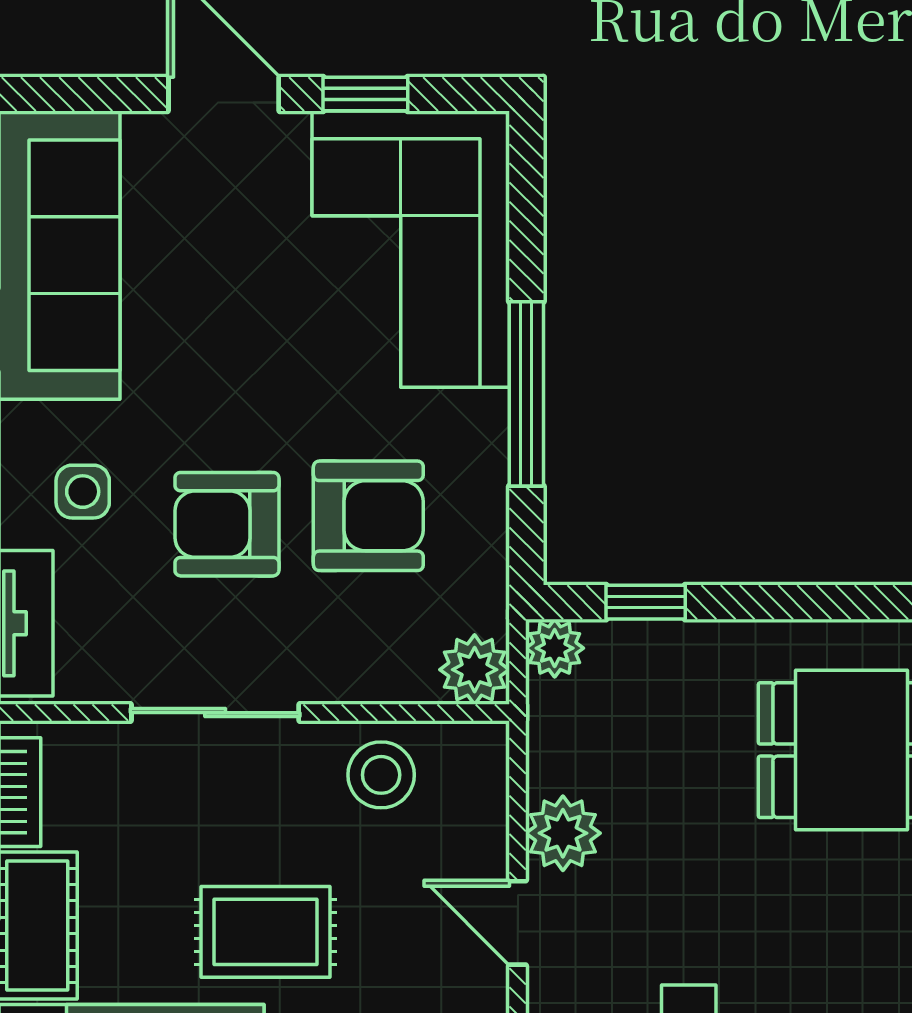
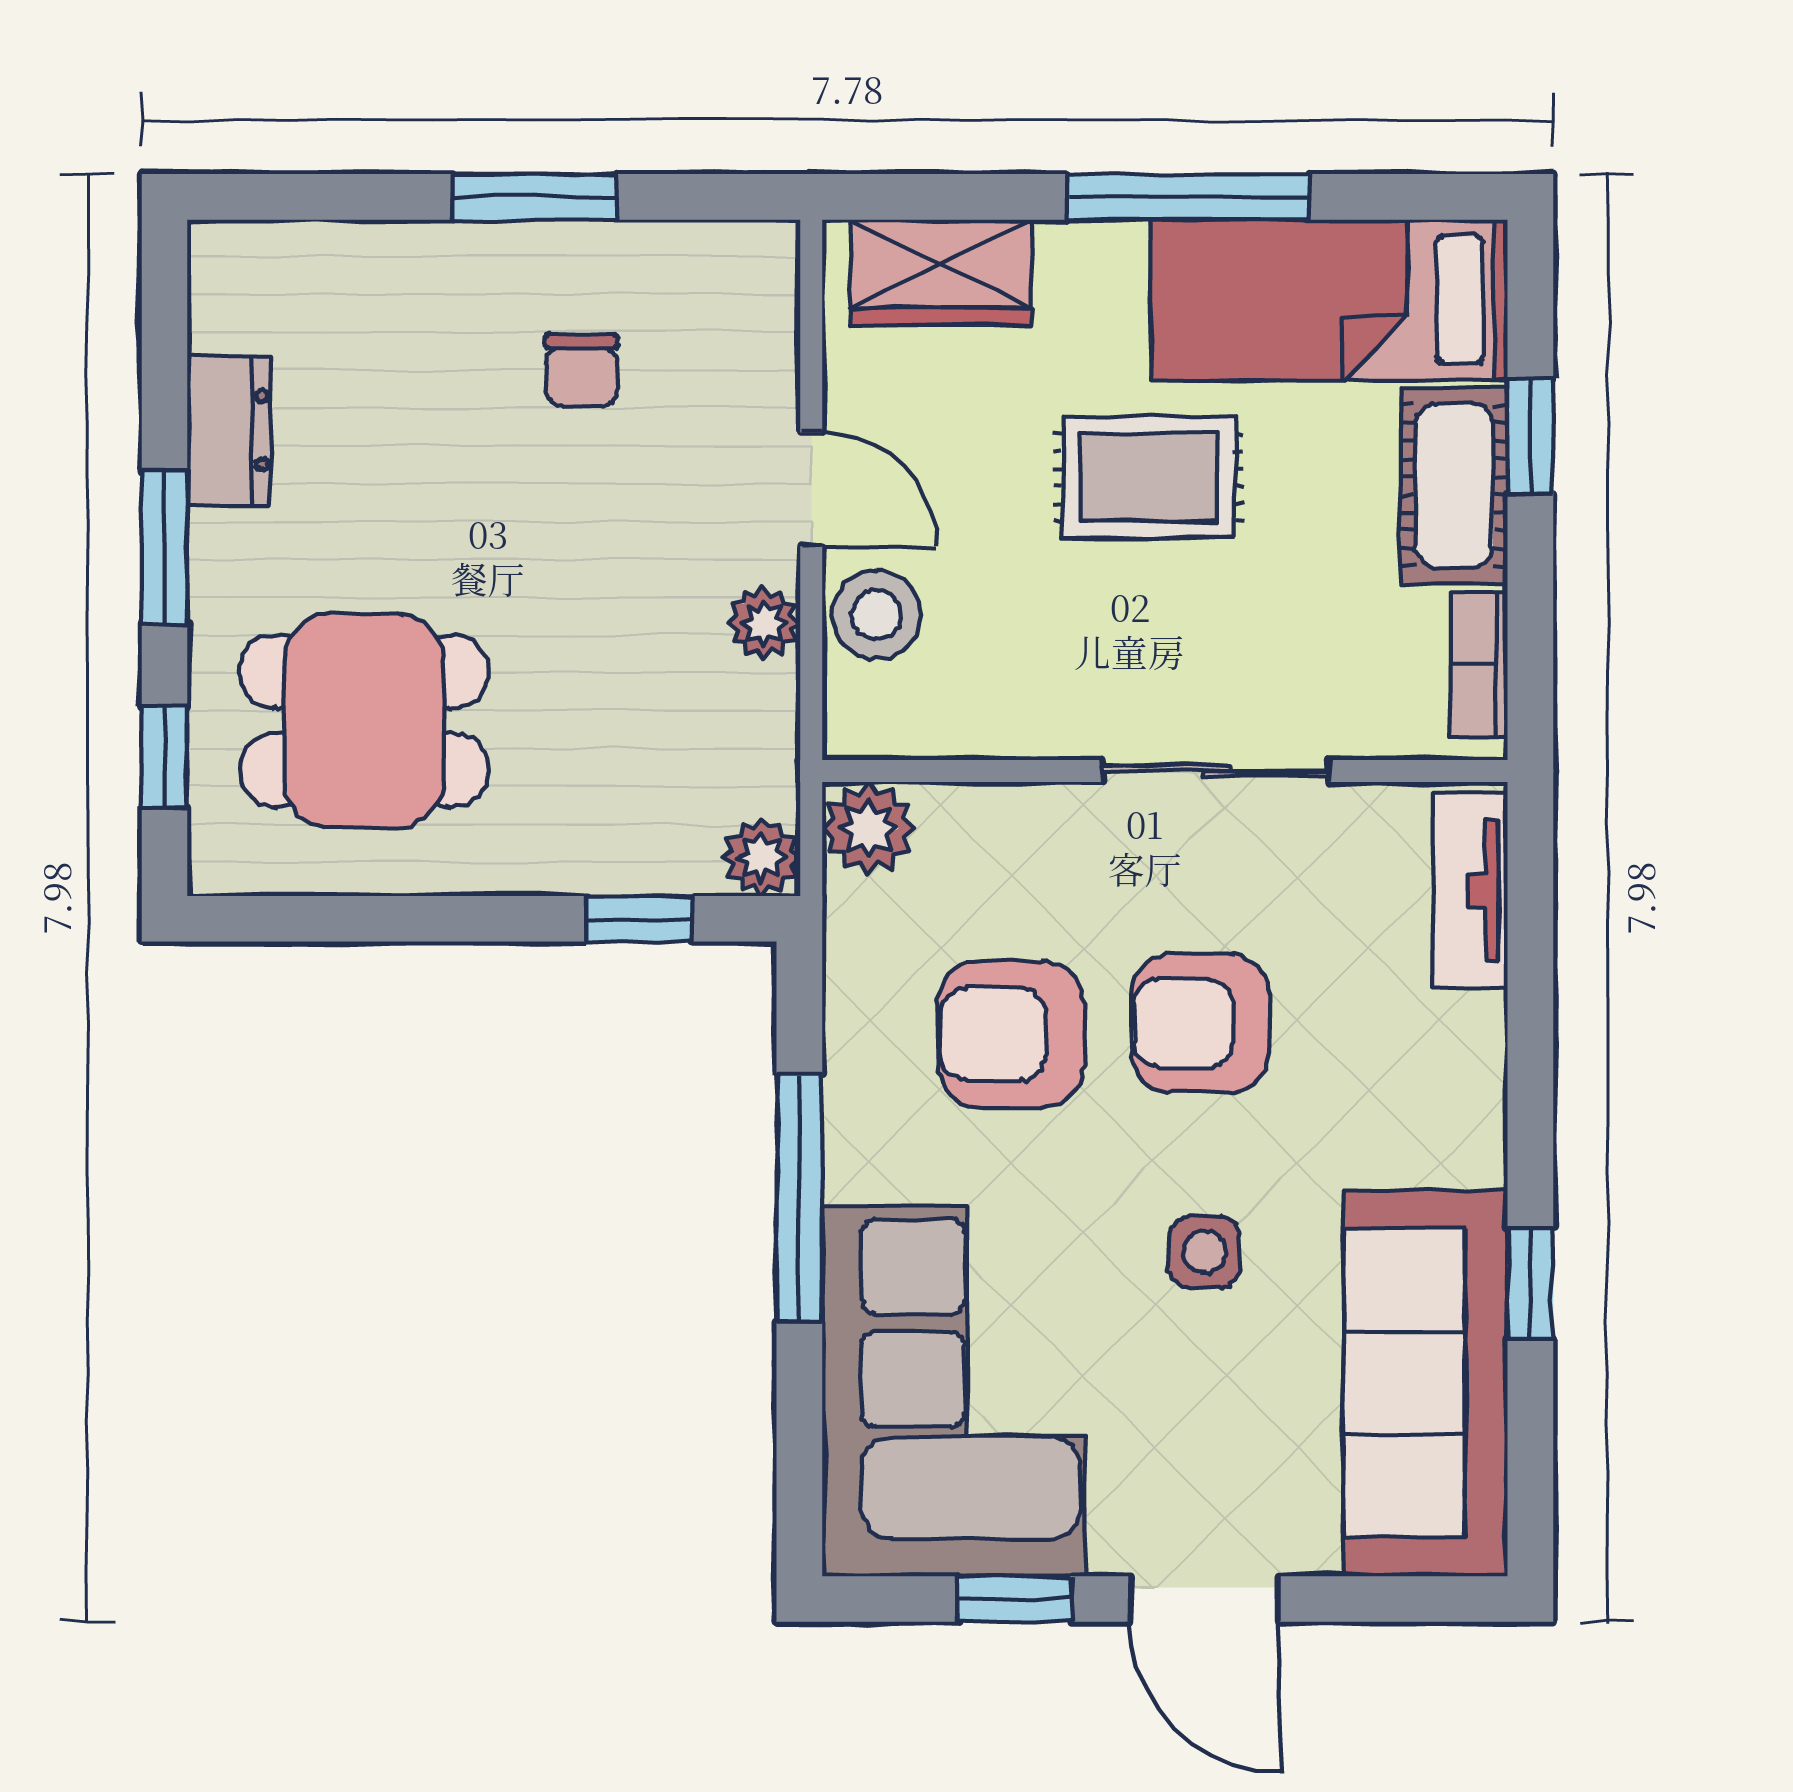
side table: (83, 492) -> (1205, 1252), moved
armchair: (227, 524) -> (1200, 1023), turned 180
stool: (381, 775) -> (876, 615), moved
plant: (563, 833) -> (764, 623), width x0.73, depth x0.73

